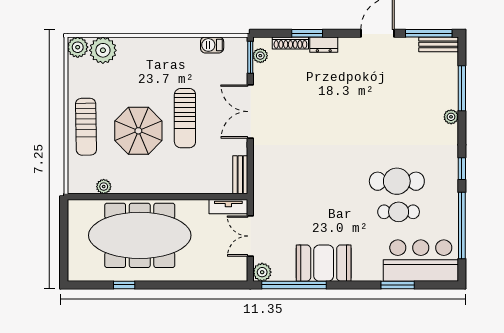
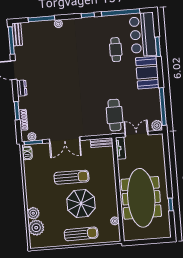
barbecue: (212, 45) -> (27, 153), moved
dresser: (324, 45) -> (22, 88), moved
plant: (78, 47) -> (33, 213), moved
cafe table: (397, 181) -> (115, 115), moved
double door: (250, 236) -> (137, 134), swing flipped
booth: (324, 263) -> (147, 73), moved

